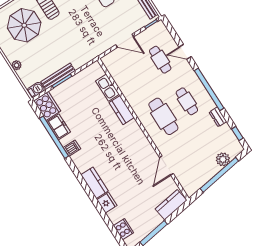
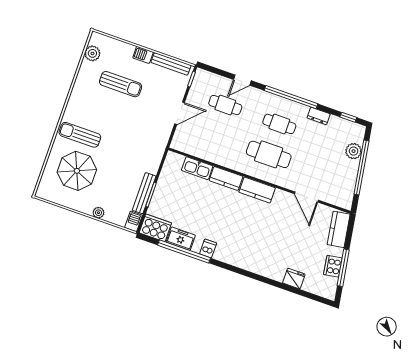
kitchen counter: (95, 183) -> (257, 190), moved, turned 180
fridge: (107, 203) -> (294, 279), moved
cooker: (123, 229) -> (333, 266), moved, turned -99

